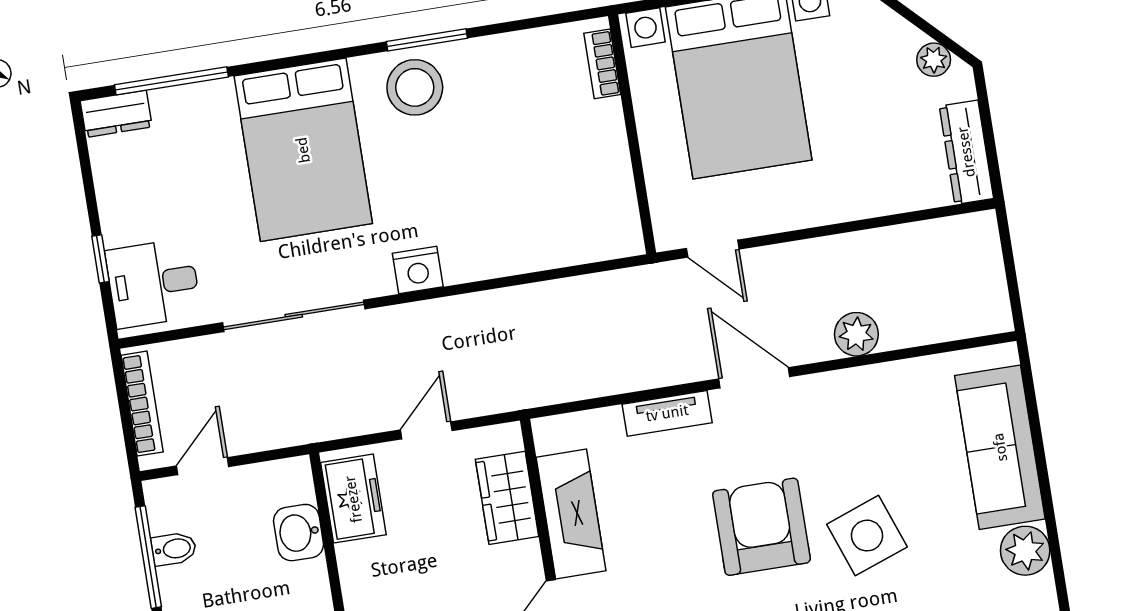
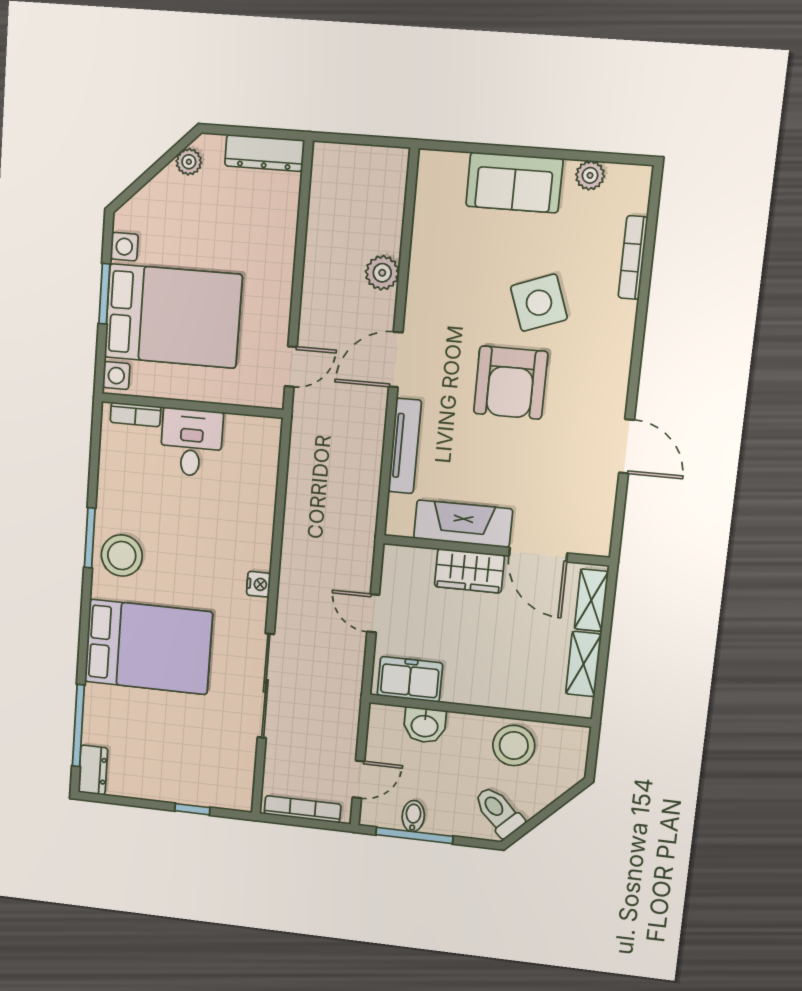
nightstand: (418, 270) -> (259, 584), width x0.72, depth x0.74
desk: (153, 283) -> (191, 442), moved, turned 180
tv unit: (667, 413) -> (405, 446), width x1.41
sofa: (1000, 447) -> (514, 182), width x0.73
door: (203, 466) -> (358, 779), swing flipped
wardrobe: (507, 498) -> (469, 571), moved
armchair: (761, 527) -> (511, 383), turned -90
plant: (1025, 551) -> (590, 175), width x0.73, depth x0.73

